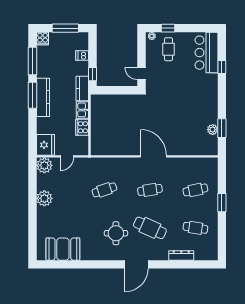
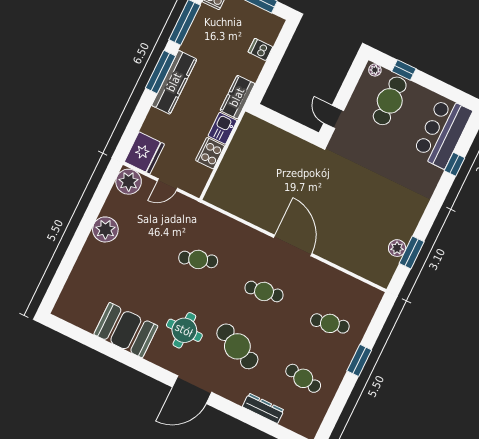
cafe table: (168, 49) -> (390, 101), width x1.37, depth x1.35
window: (93, 74) -> (262, 84), removed
booth: (63, 249) -> (126, 330), moved

